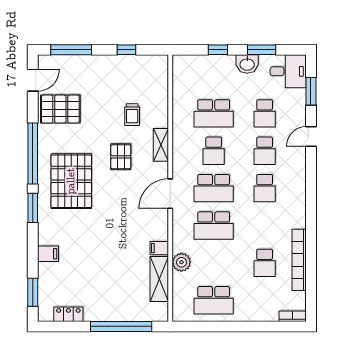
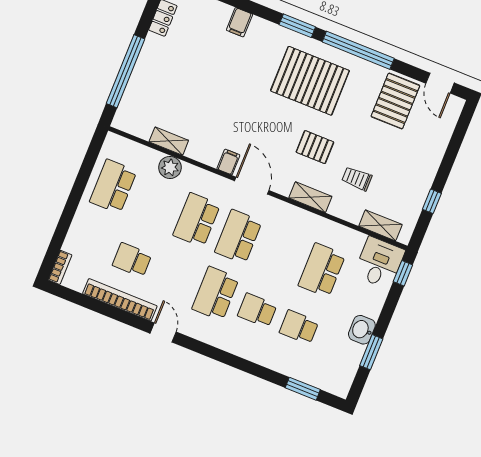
window: (71, 50) -> (457, 140), removed
window: (218, 50) -> (403, 273), moved
desk: (288, 71) -> (379, 263), moved, turned 180
shelving: (161, 82) -> (380, 225), added
door: (311, 137) -> (163, 333), moved
school desk: (214, 151) -> (280, 253), removed
school desk: (265, 188) -> (215, 294), width x1.85
filing cabinet: (159, 248) -> (228, 162), moved
shelving: (159, 279) -> (169, 141), width x0.67, depth x0.75

